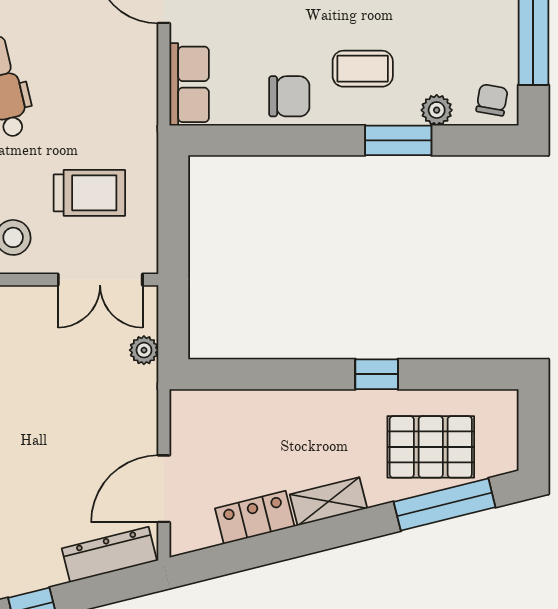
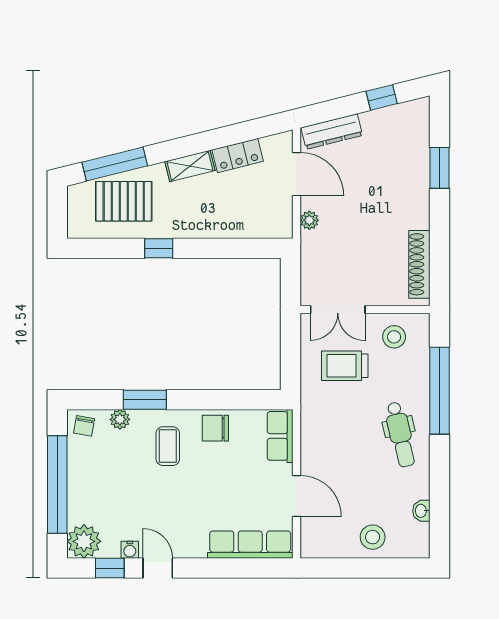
coffee table: (363, 69) -> (168, 446), turned 90
double door: (100, 280) -> (338, 310), swing flipped
plant: (144, 350) -> (309, 220), moved
door: (164, 489) -> (296, 174), hinge flipped

